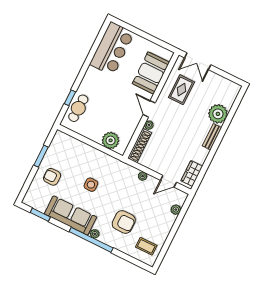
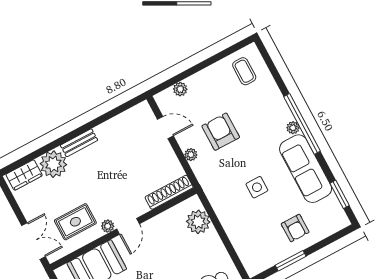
plant: (149, 125) -> (108, 226), moved
wardrobe: (192, 173) -> (24, 175), moved
armchair: (124, 222) -> (221, 132), moved

